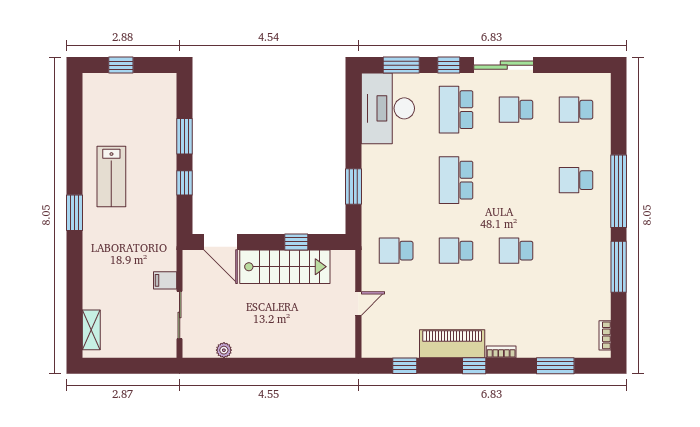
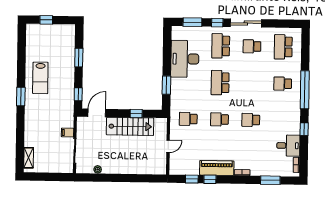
desk: (388, 108) -> (185, 59), moved
school desk: (576, 110) -> (283, 47), width x1.85
window: (184, 183) -> (78, 94), moved
door: (221, 242) -> (97, 113), swing flipped
window: (619, 267) -> (304, 129), width x0.46
desk: (589, 299) -> (288, 146), added
window: (474, 366) -> (210, 179), moved

